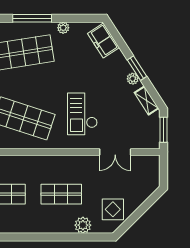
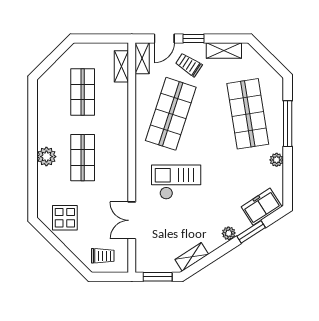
window: (137, 68) -> (251, 232), moved
plant: (133, 79) -> (229, 233), moved
trolley: (146, 177) -> (103, 256), added
plant: (83, 225) -> (46, 157), moved

